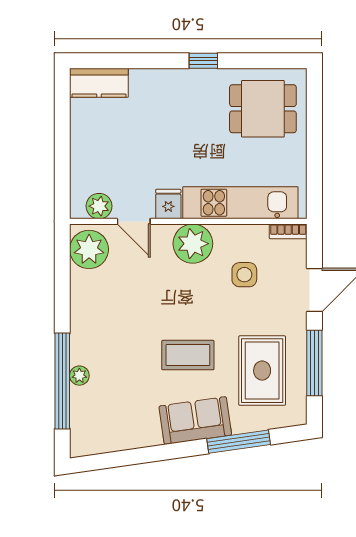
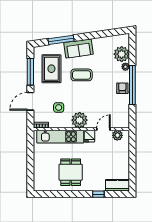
window: (203, 61) -> (98, 194), moved
dining table: (263, 109) -> (71, 172), moved, turned 90
door: (134, 221) -> (103, 129), hinge flipped
plant: (89, 249) -> (122, 54), moved
armchair: (87, 322) -> (122, 88), added
window: (62, 381) -> (132, 85), moved

